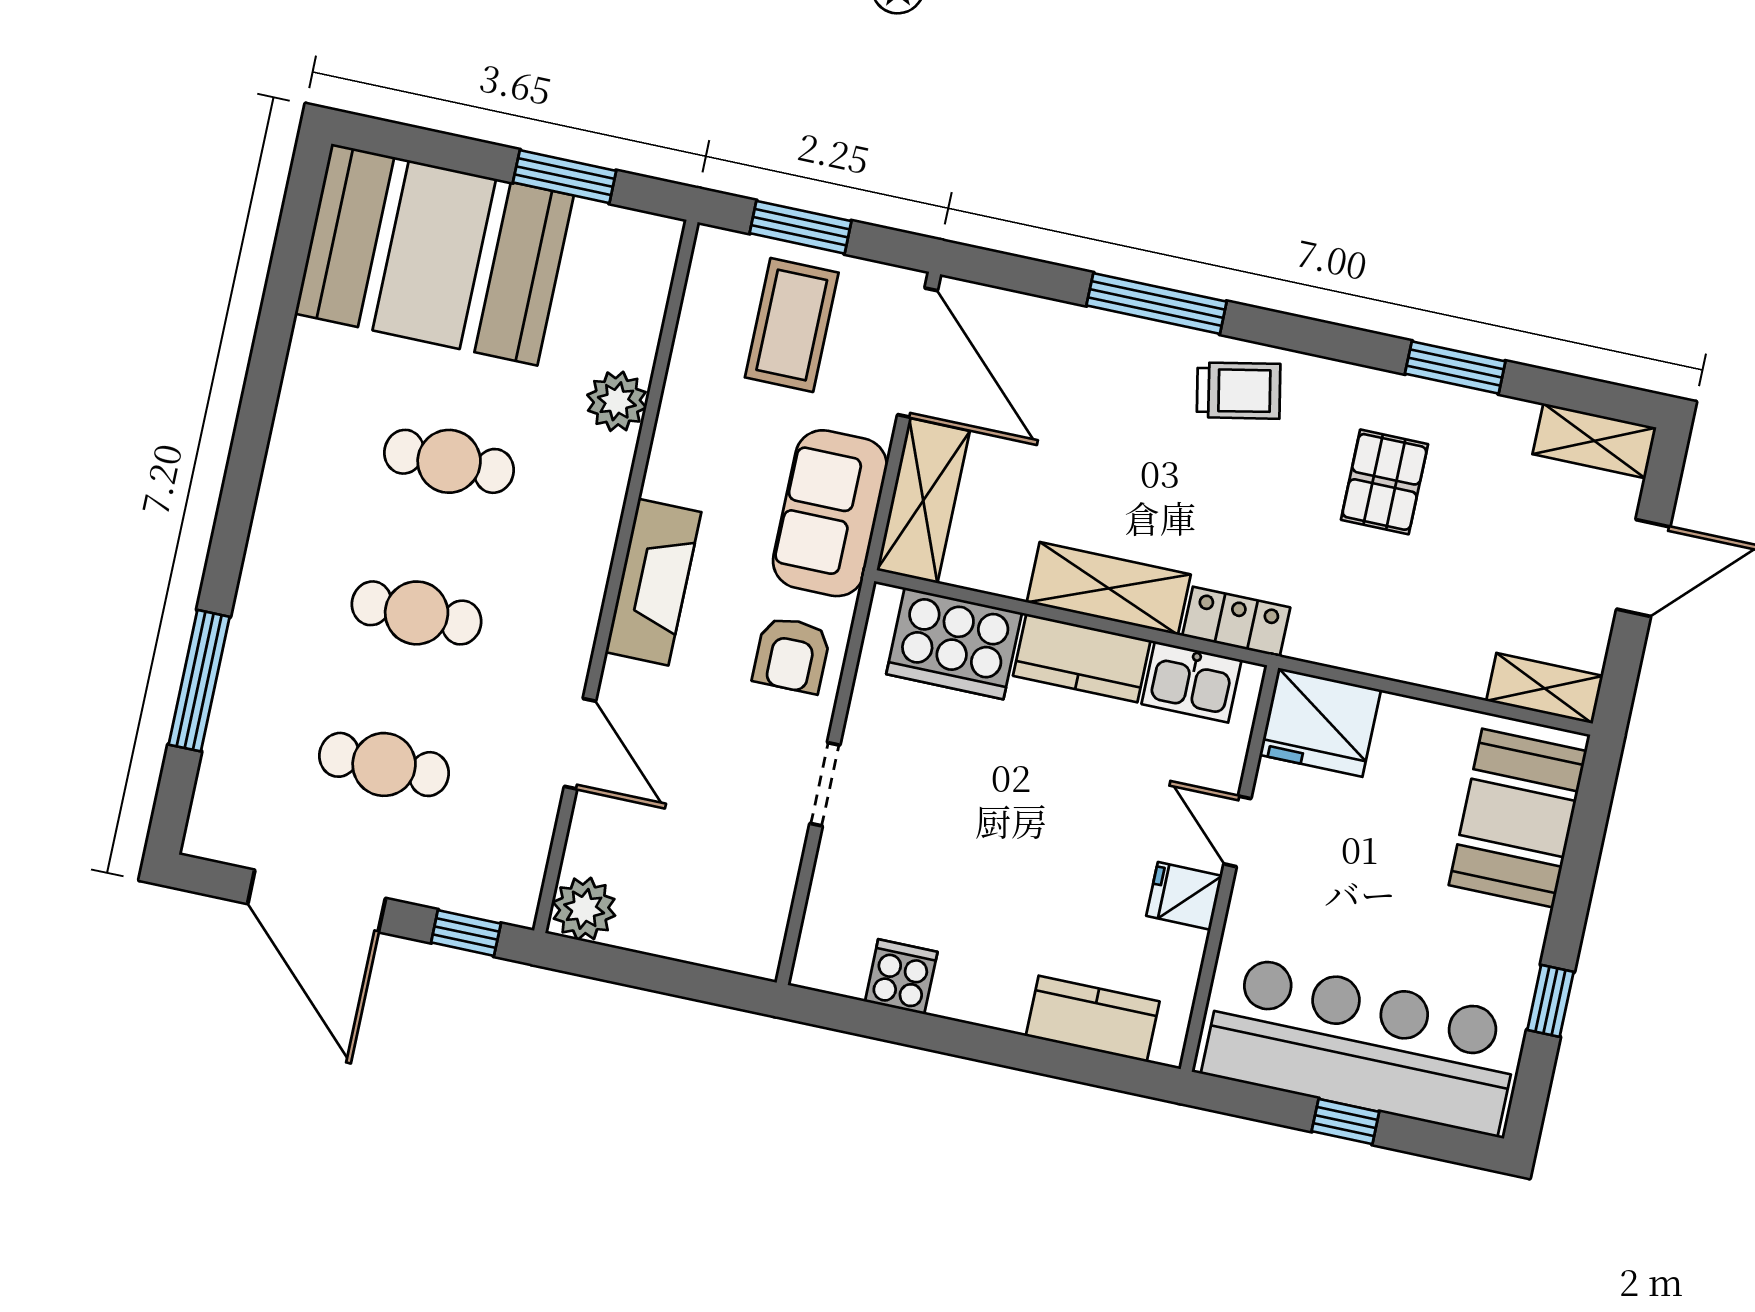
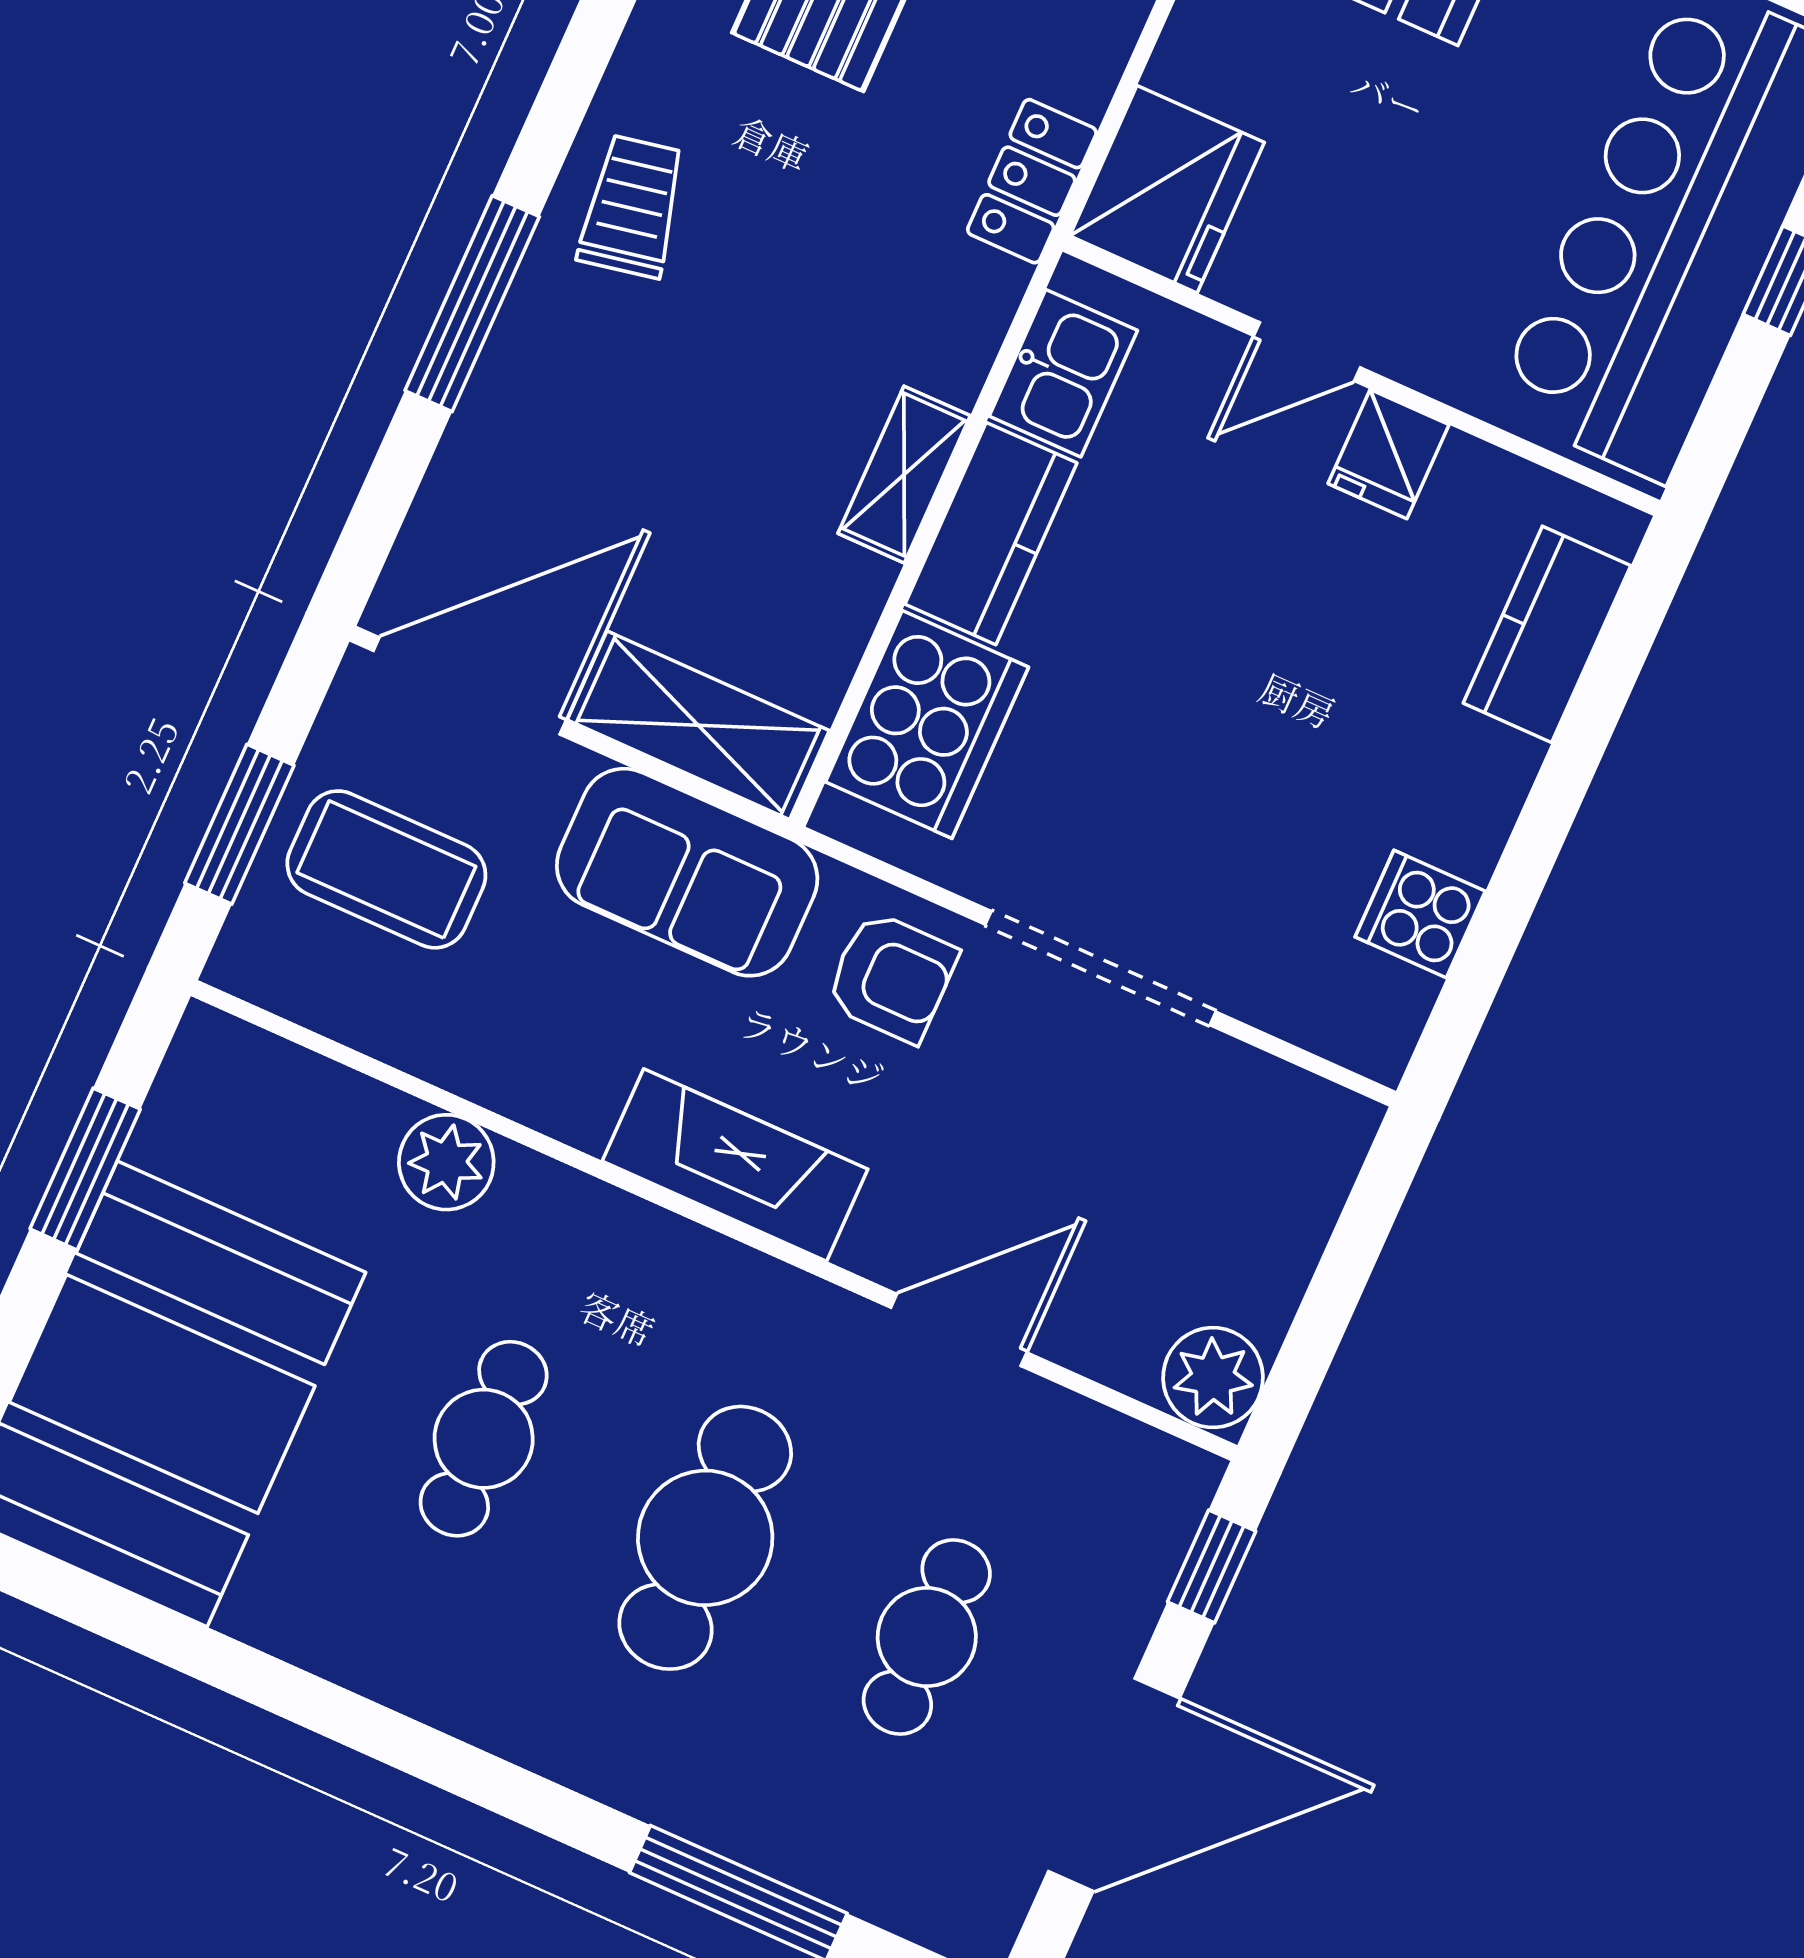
shelving: (1109, 588) -> (904, 475), width x0.67, depth x0.75
cafe table: (417, 613) -> (705, 1538), width x1.37, depth x1.35
locker: (1236, 622) -> (1032, 181), moved
doorway: (825, 784) -> (1101, 968), width x1.87

